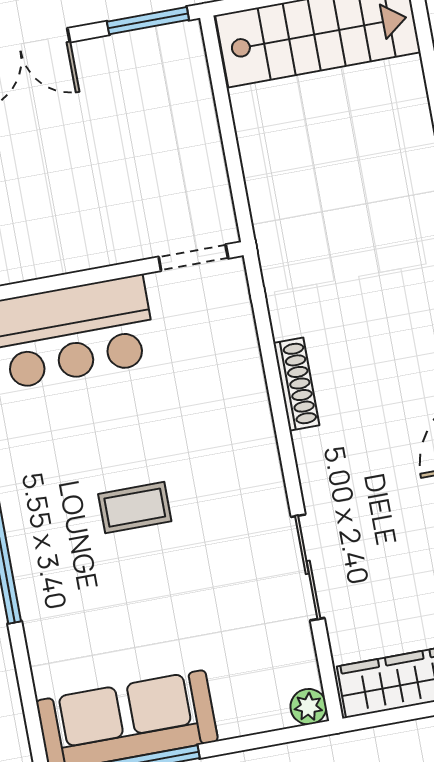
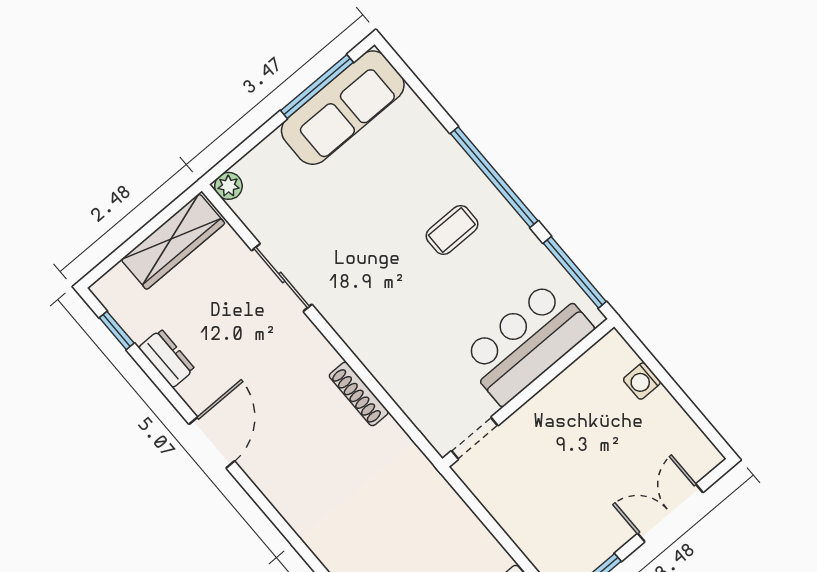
coffee table: (135, 508) -> (452, 230), moved

